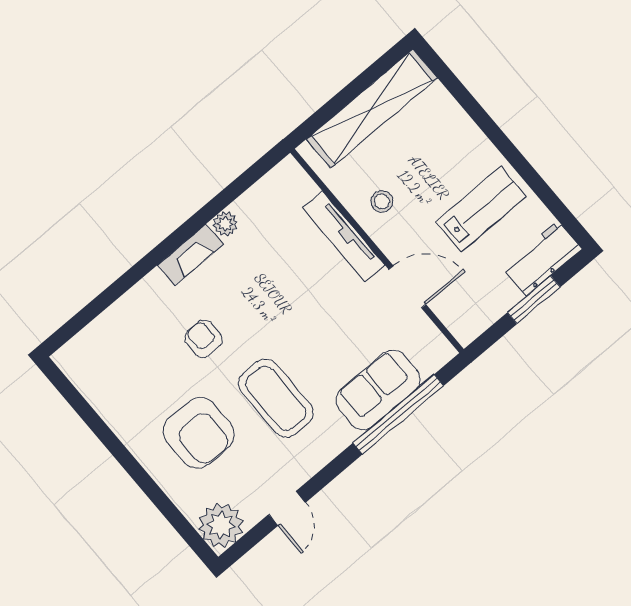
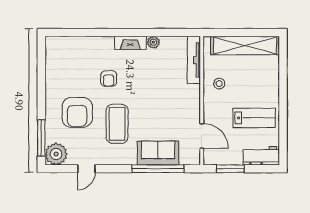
tv unit: (344, 237) -> (194, 60), moved
door: (407, 287) -> (202, 136), moved
window: (534, 300) -> (230, 169), moved
armchair: (203, 339) -> (109, 79), turned 180
window: (177, 520) -> (41, 138), added

